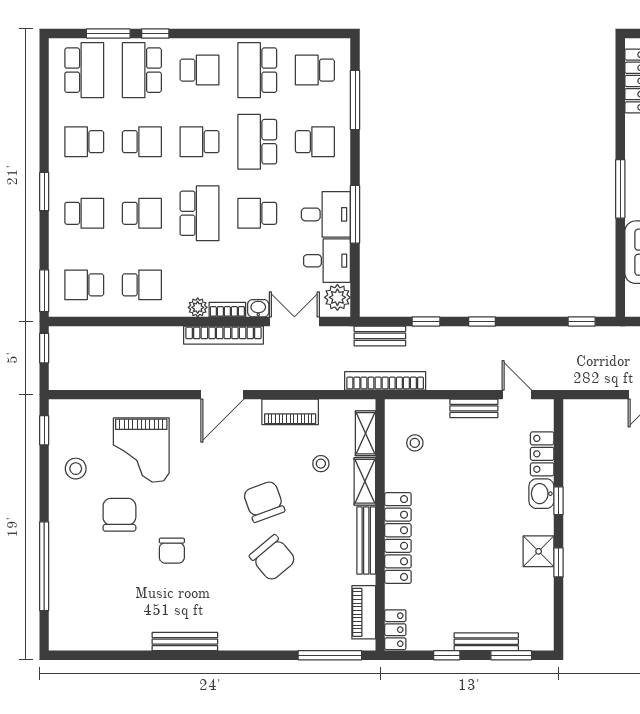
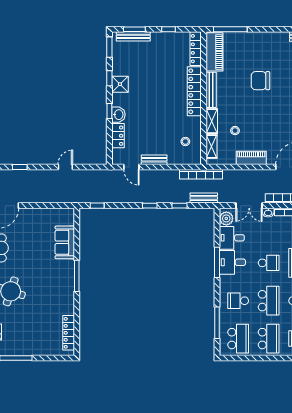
school desk: (315, 70) -> (238, 339), width x1.85
chair: (264, 501) -> (265, 111), removed
chair: (273, 558) -> (260, 81), turned -50
piano: (364, 612) -> (214, 52), width x1.37, depth x1.33
window: (558, 621) -> (109, 47), added
locker: (395, 630) -> (196, 49), width x1.53
bench: (486, 642) -> (133, 36), moved

